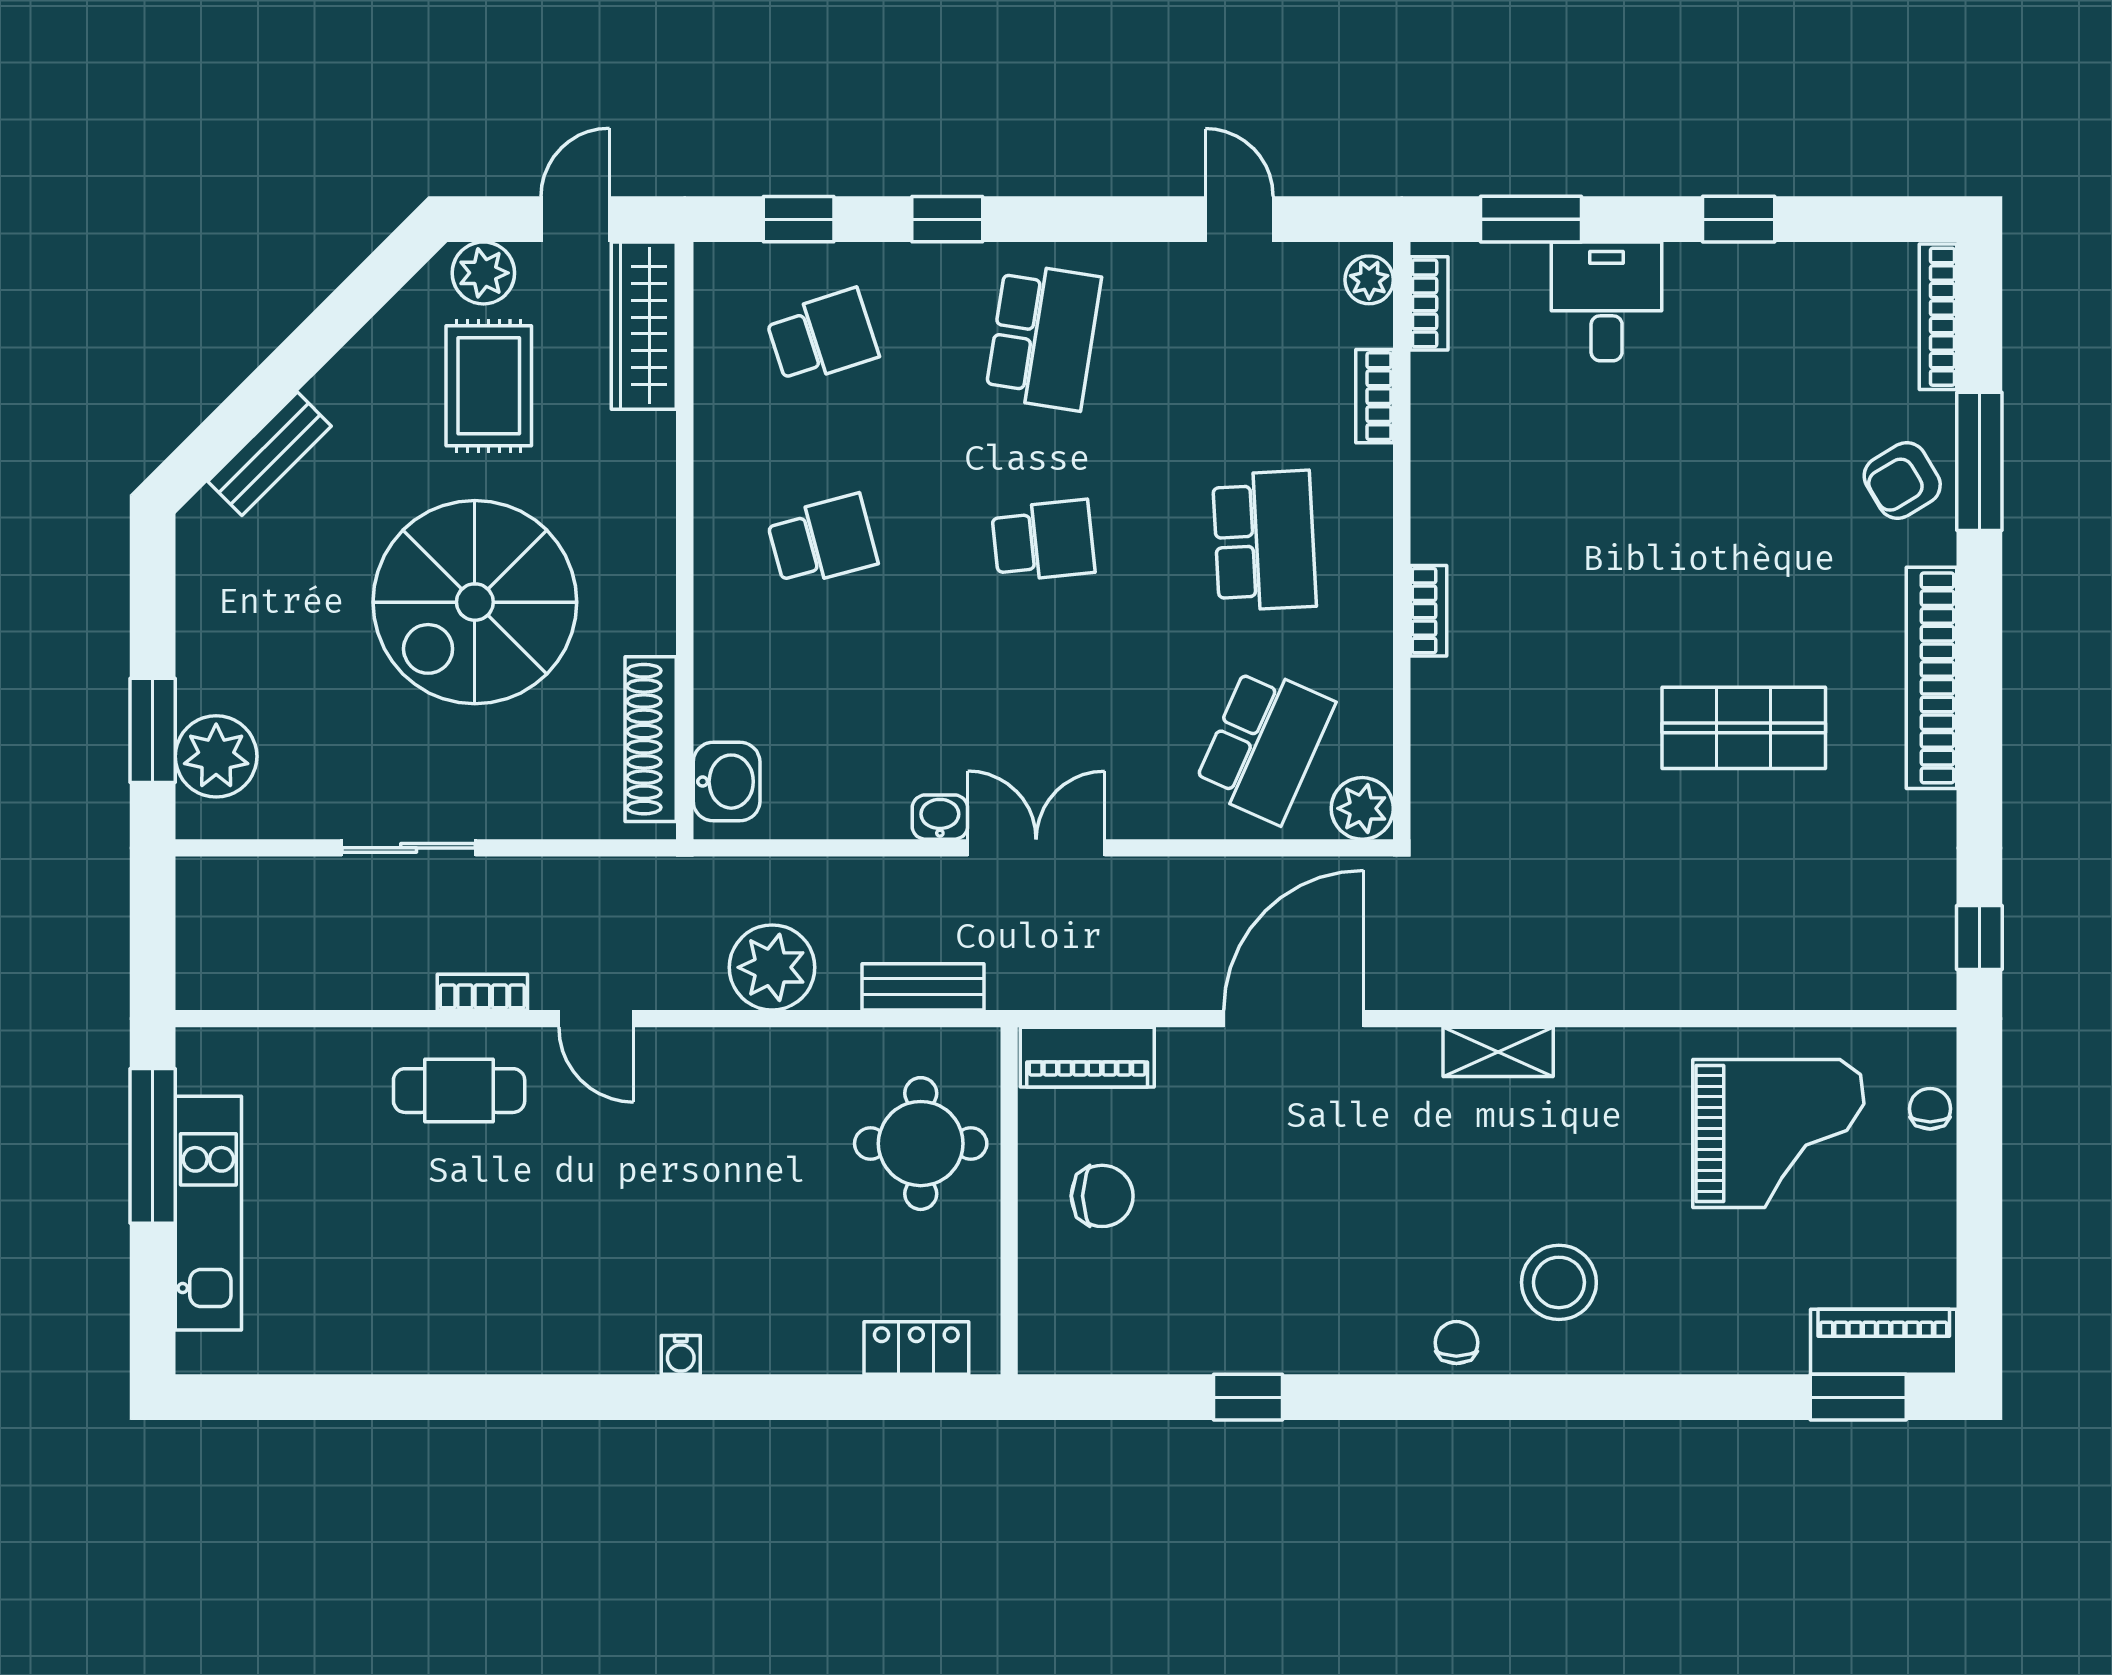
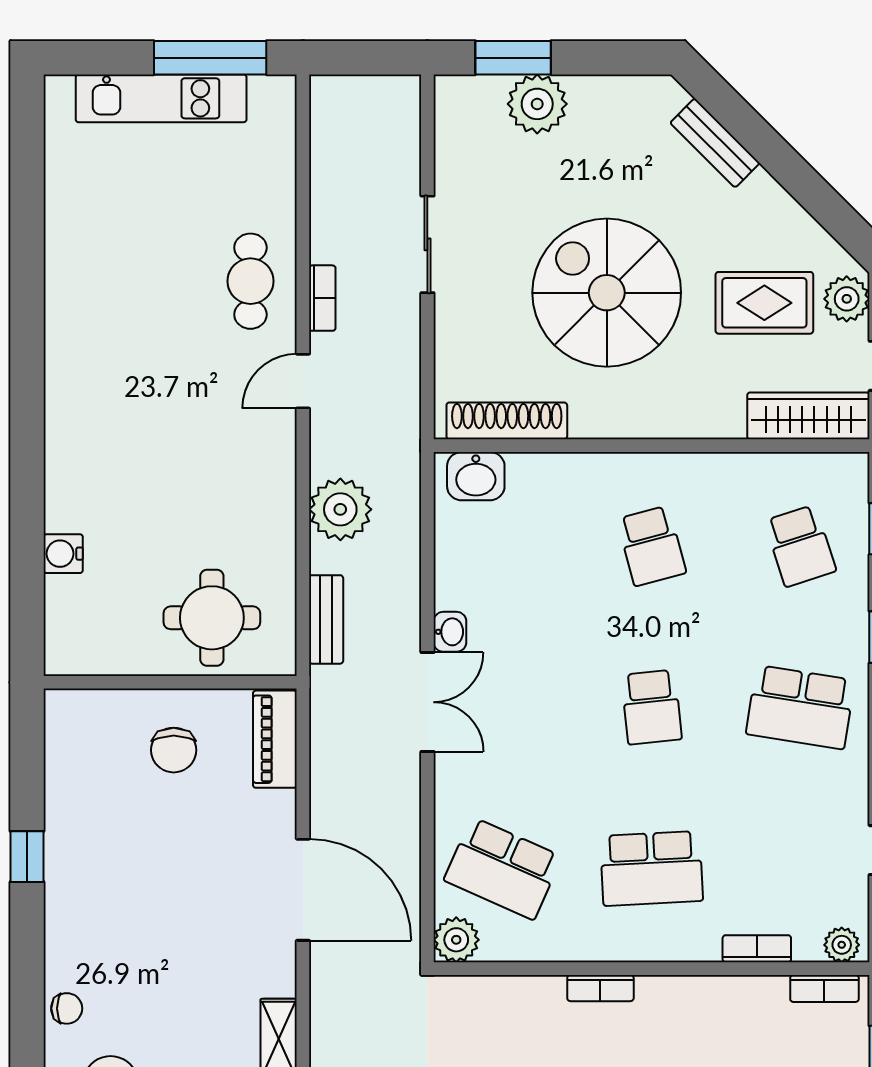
plant: (216, 756) -> (537, 104), moved
locker: (916, 1348) -> (63, 615), removed
water cooler: (681, 1355) -> (63, 554), moved, width x1.38, depth x1.38

